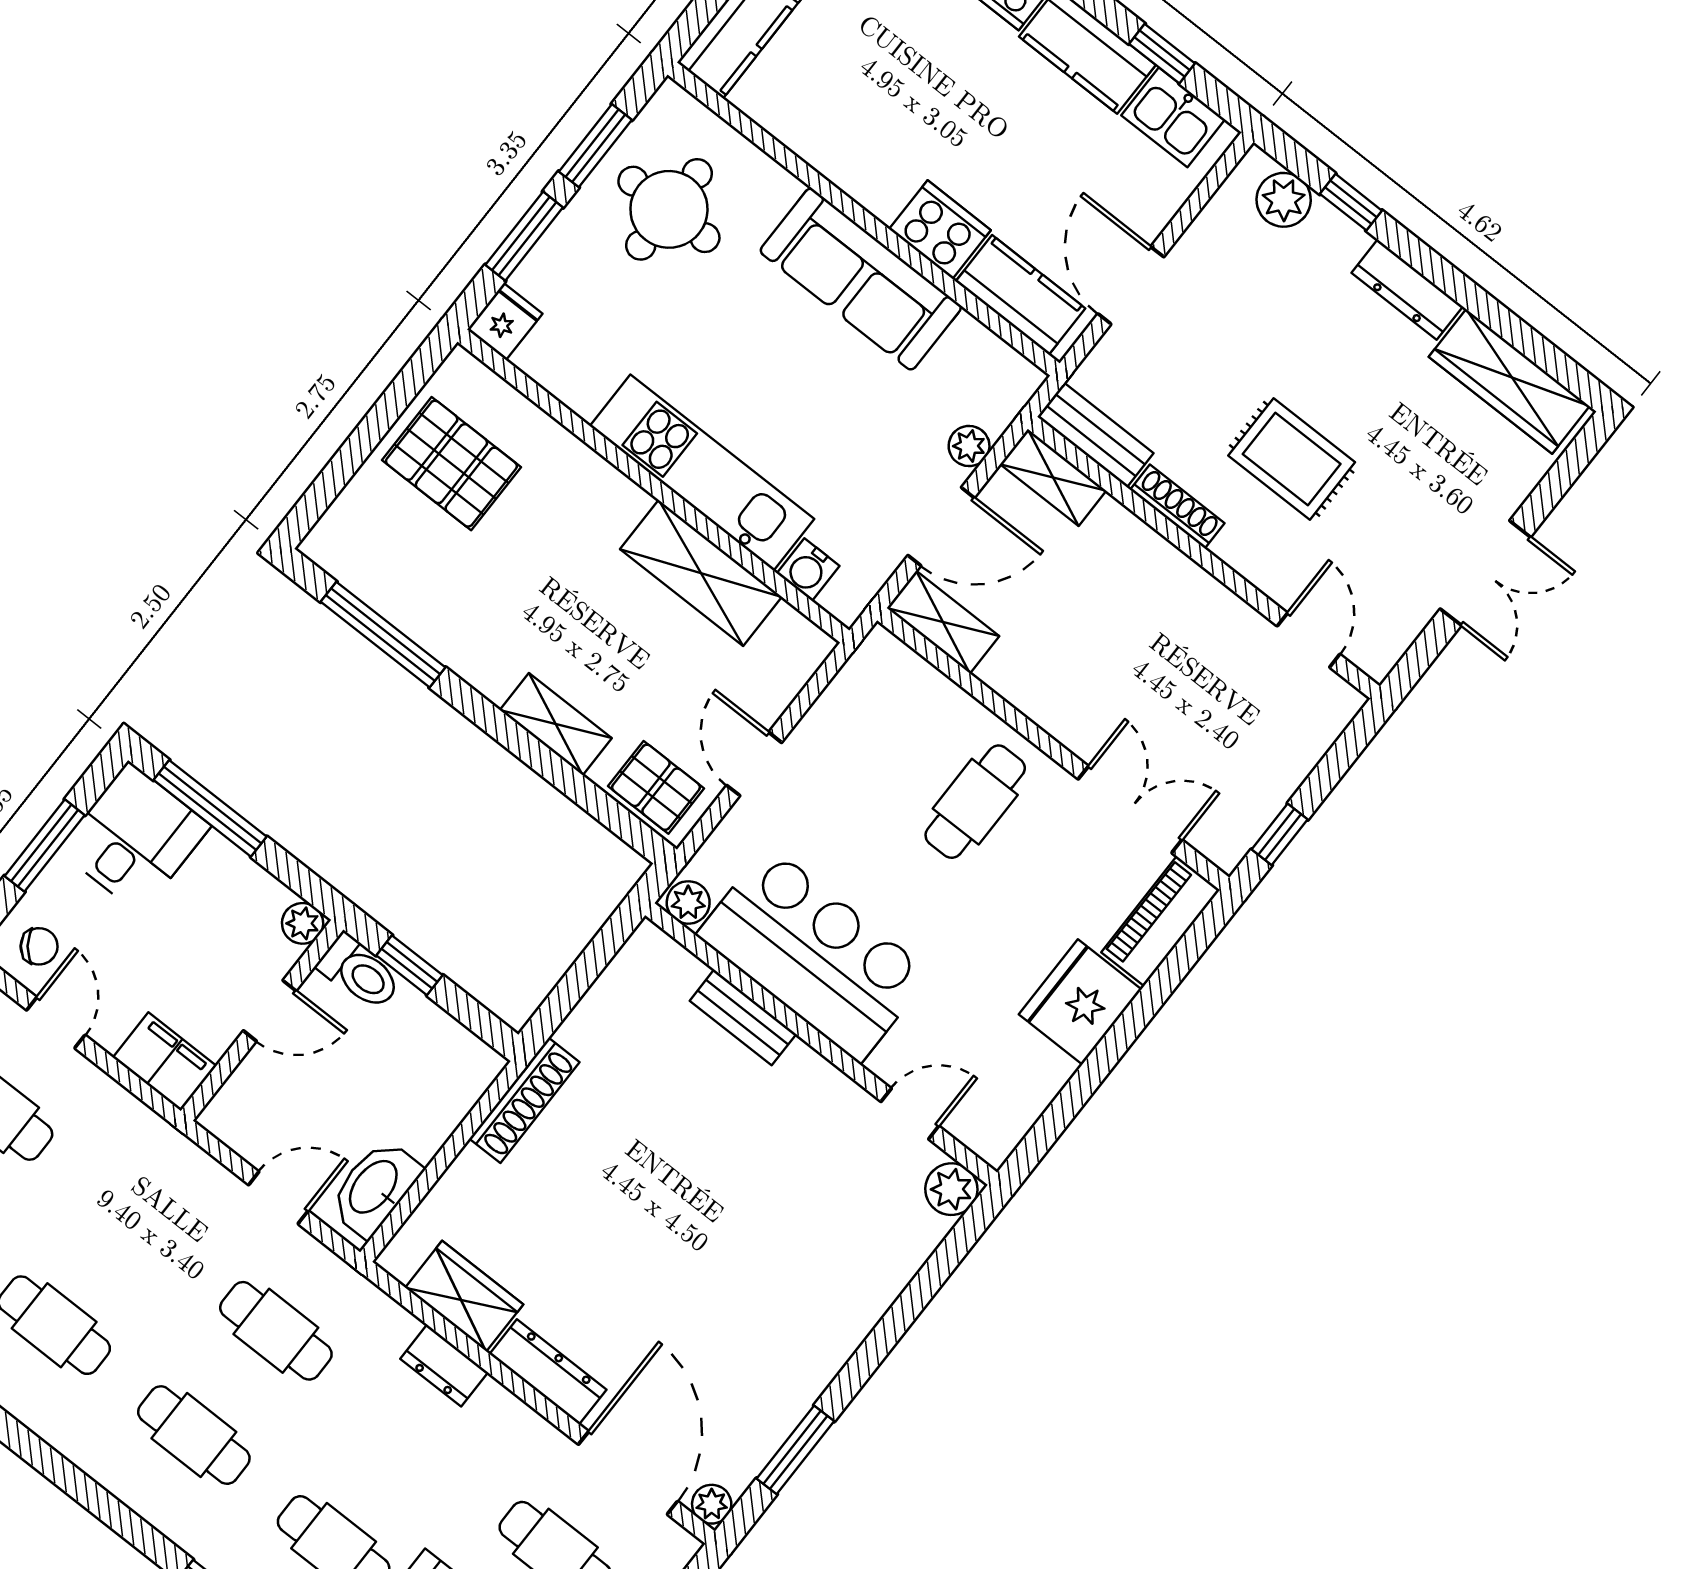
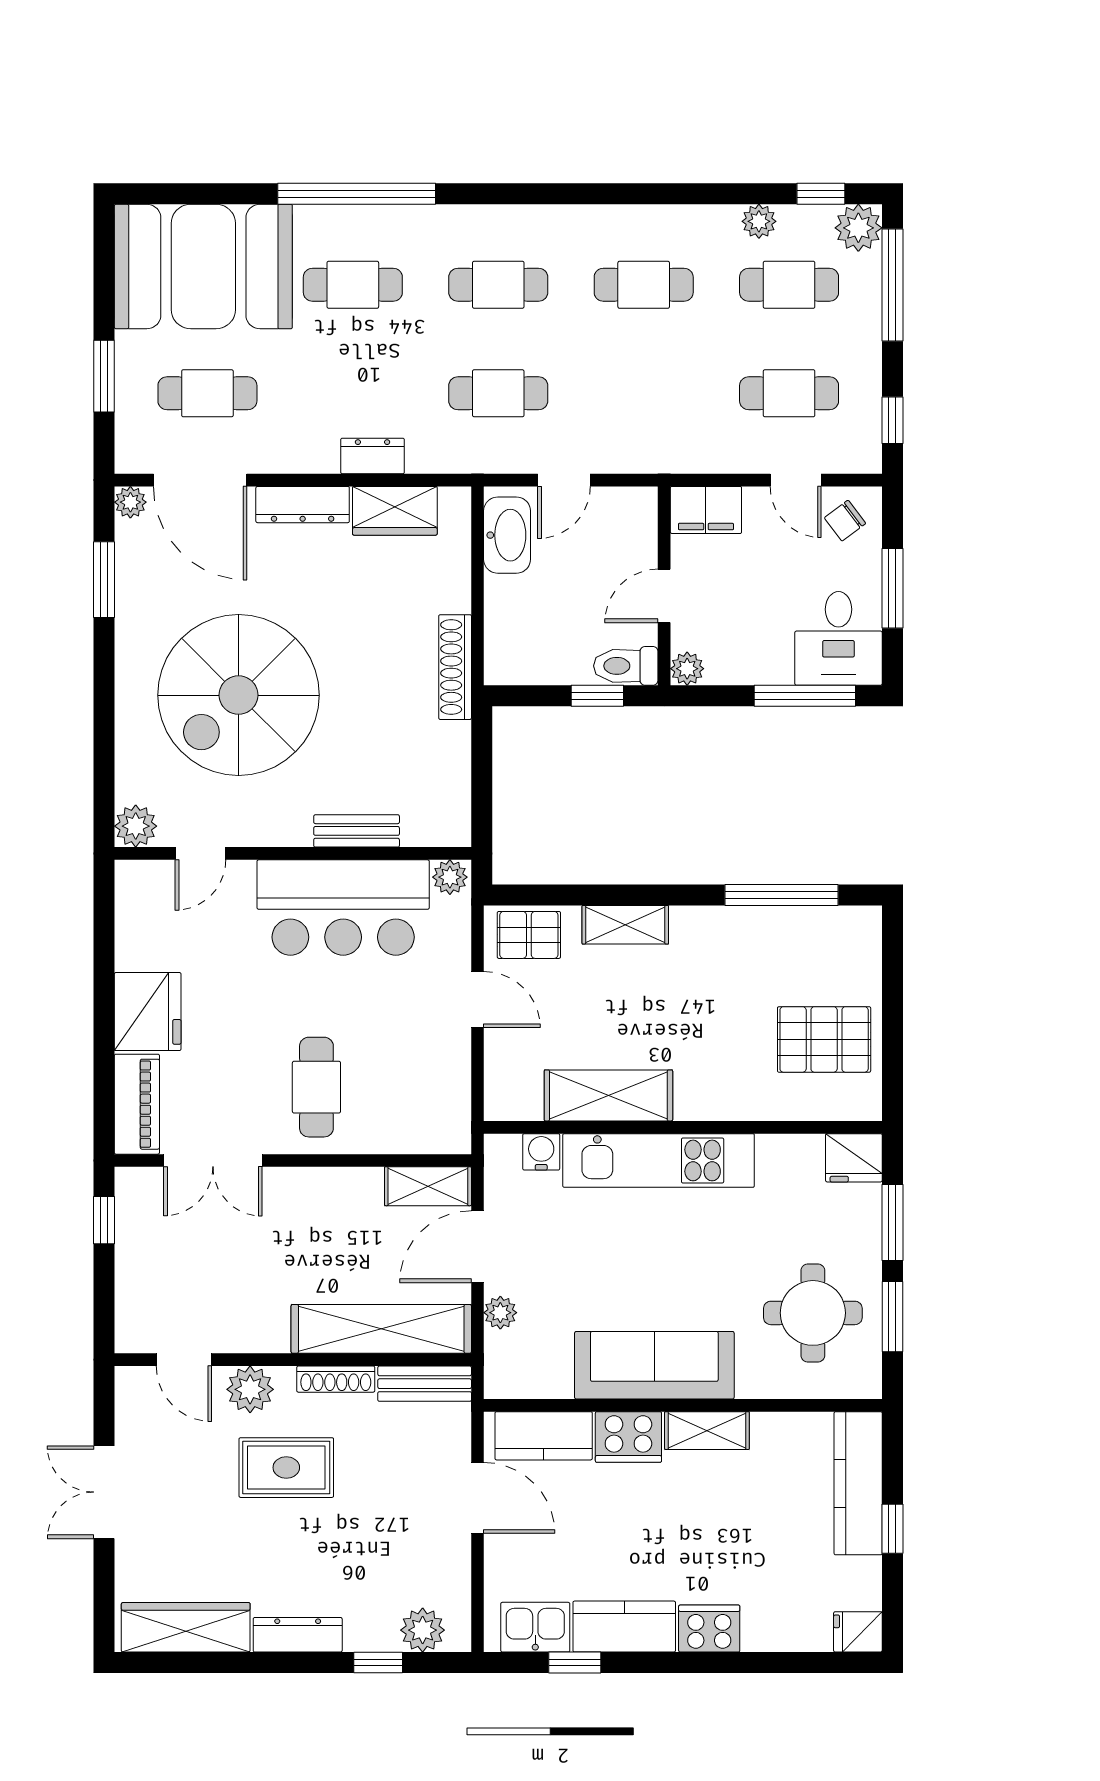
shelving: (860, 176) -> (707, 1431), added
fridge: (505, 322) -> (854, 1158), width x1.38
shelving: (1053, 477) -> (381, 1329), width x2.20, depth x1.33
plant: (1267, 562) -> (250, 1389), added
spiral stairs: (754, 1237) -> (238, 695), added

